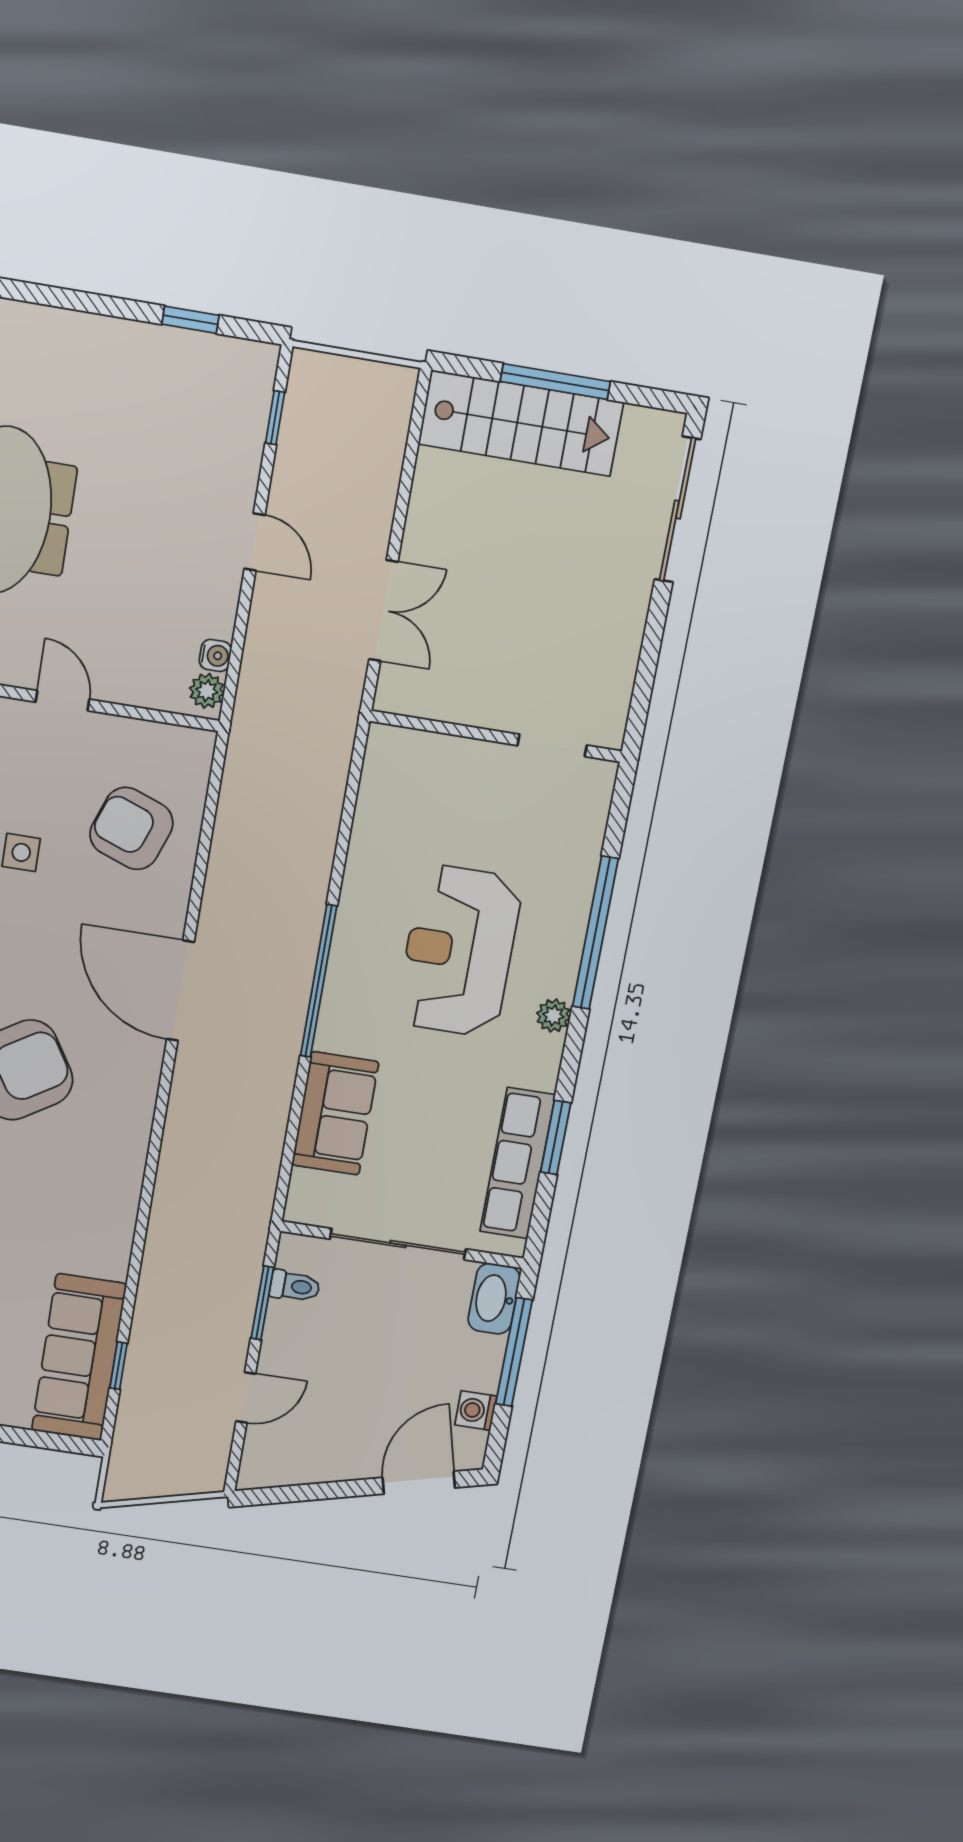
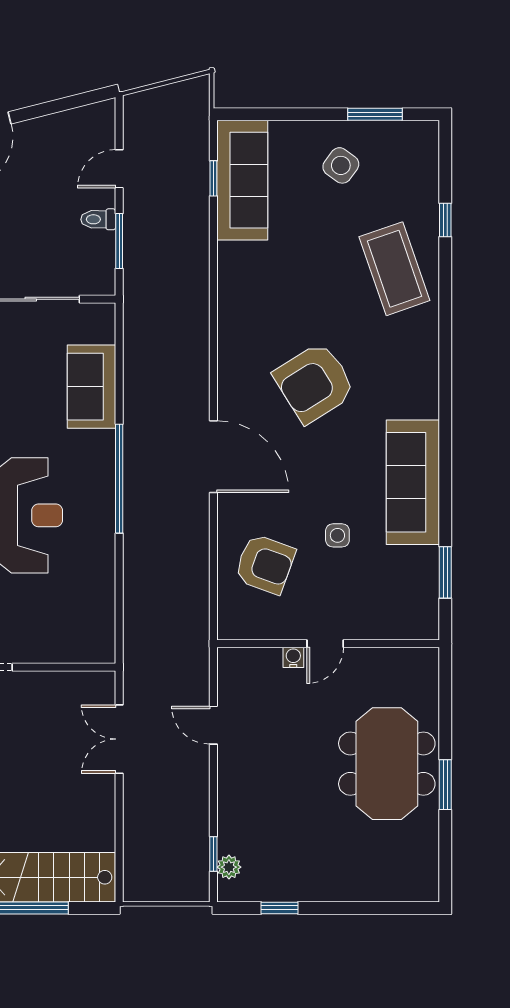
door: (255, 542) -> (213, 725), moved
water cooler: (215, 655) -> (293, 657), moved, turned 90
plant: (207, 691) -> (229, 867), moved
door: (62, 701) -> (325, 644), hinge flipped
toilet: (295, 1286) -> (98, 219), moved

